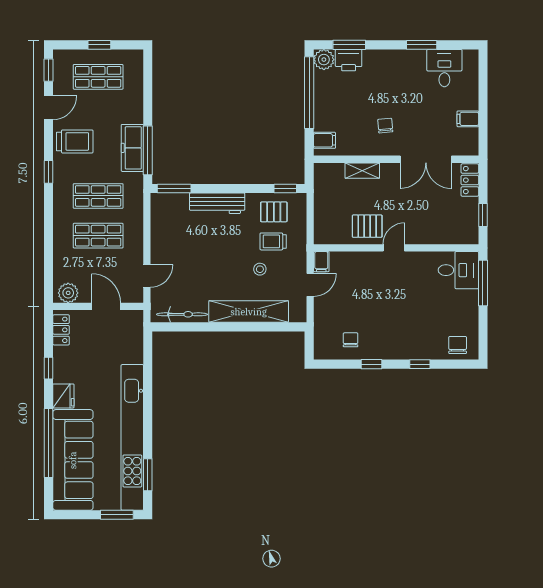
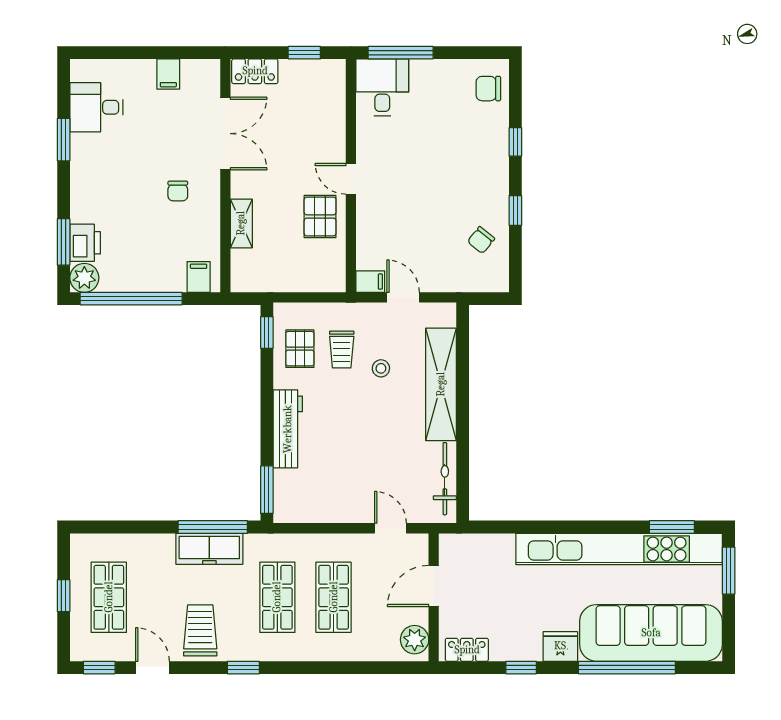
chair: (385, 126) -> (178, 191), turned -85
chair: (351, 340) -> (481, 240), turned -51

